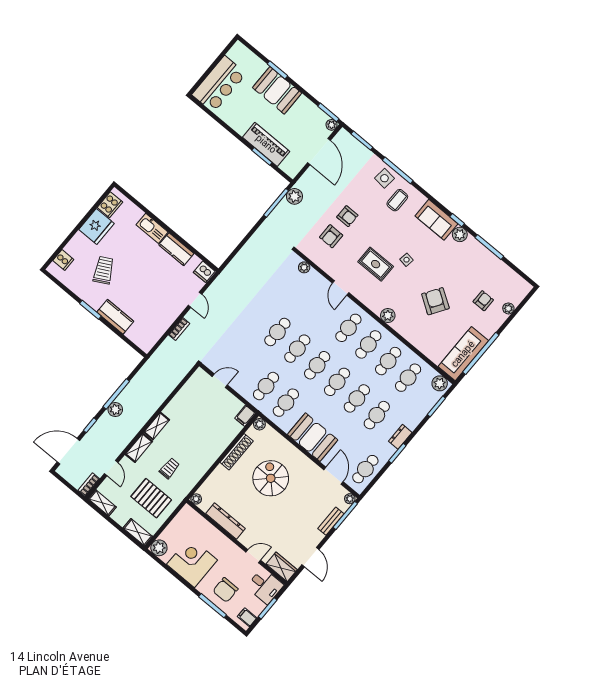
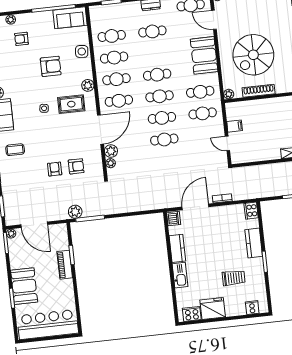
bar counter: (219, 84) -> (48, 324), width x1.36
piano: (266, 144) -> (65, 265), width x0.73, depth x0.75
door: (319, 151) -> (34, 225), swing flipped
side table: (384, 178) -> (82, 51), moved
rug: (376, 264) -> (71, 104), moved, turned 90
trolley: (104, 270) -> (234, 278), turned -152
door: (341, 288) -> (100, 130), width x1.88
door: (195, 300) -> (195, 207), width x1.88
armchair: (435, 301) -> (51, 66), turned -123
cooker: (144, 342) -> (251, 211), added
sofa: (463, 354) -> (70, 18), width x0.73
plant: (440, 383) -> (111, 151), moved
cafe table: (357, 398) -> (155, 53), removed
filing cabinet: (245, 416) -> (235, 126), moved
door: (333, 476) -> (214, 20), hinge flipped
spiral stairs: (271, 478) -> (253, 55), width x1.37, depth x1.37

